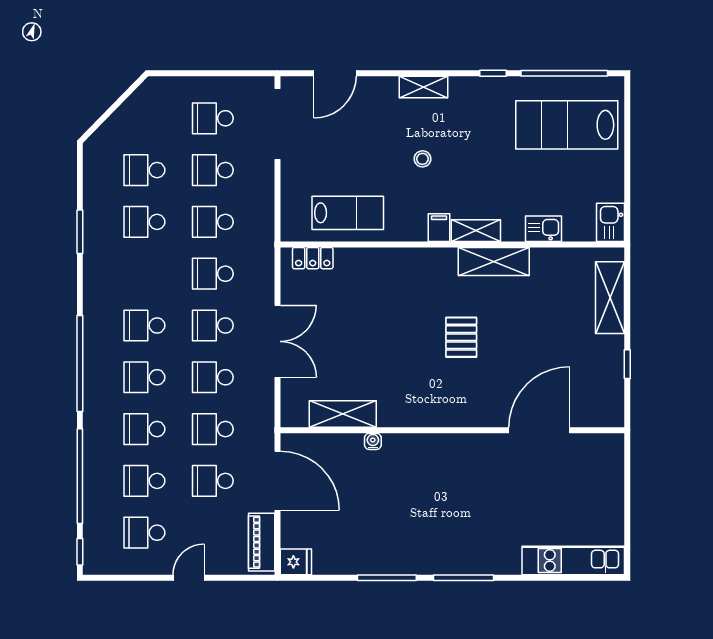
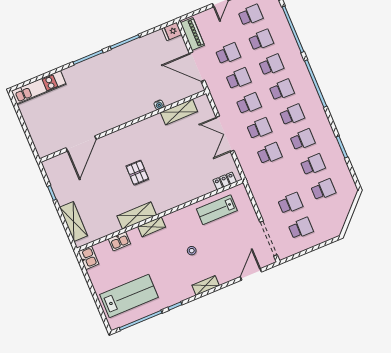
school desk: (213, 222) -> (302, 140), moved
filing cabinet: (439, 228) -> (170, 221), removed

